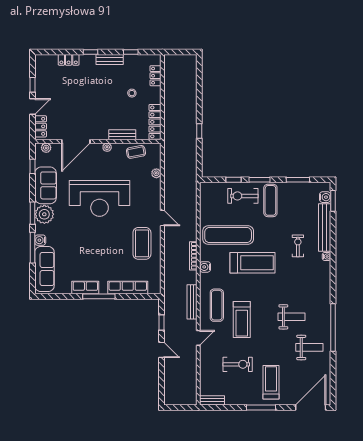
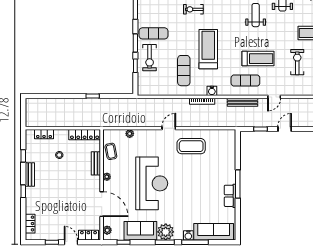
locker: (69, 60) -> (30, 224), moved
exercise mat: (228, 235) -> (184, 71), width x0.73, depth x0.69
row of seats: (128, 288) -> (230, 159), removed
door: (198, 338) -> (274, 97), swing flipped

